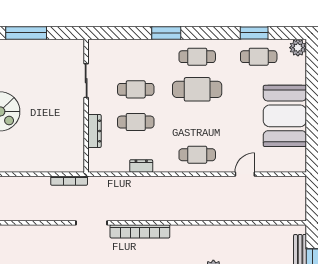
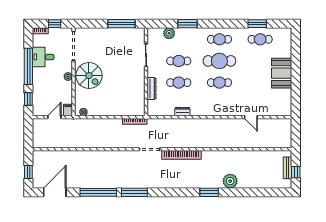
window: (26, 33) -> (122, 24), moved
window: (166, 33) -> (188, 24), moved
plant: (298, 48) -> (169, 33), moved
booth: (285, 116) -> (282, 73), width x0.73, depth x0.70
cafe table: (197, 155) -> (219, 83), moved
door: (245, 174) -> (251, 117), swing flipped

